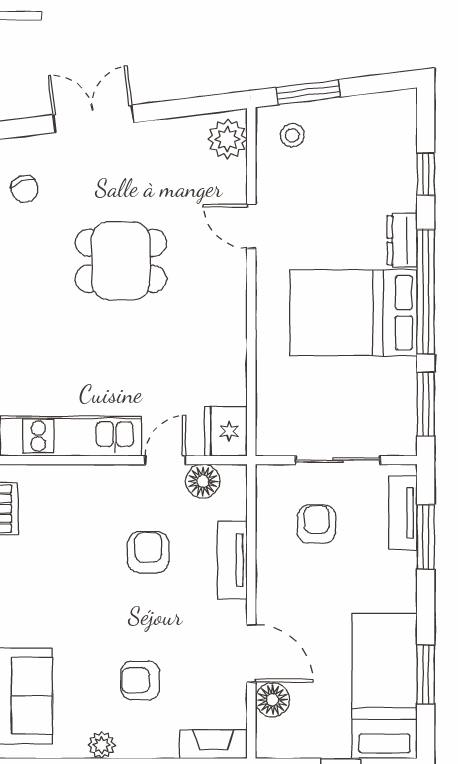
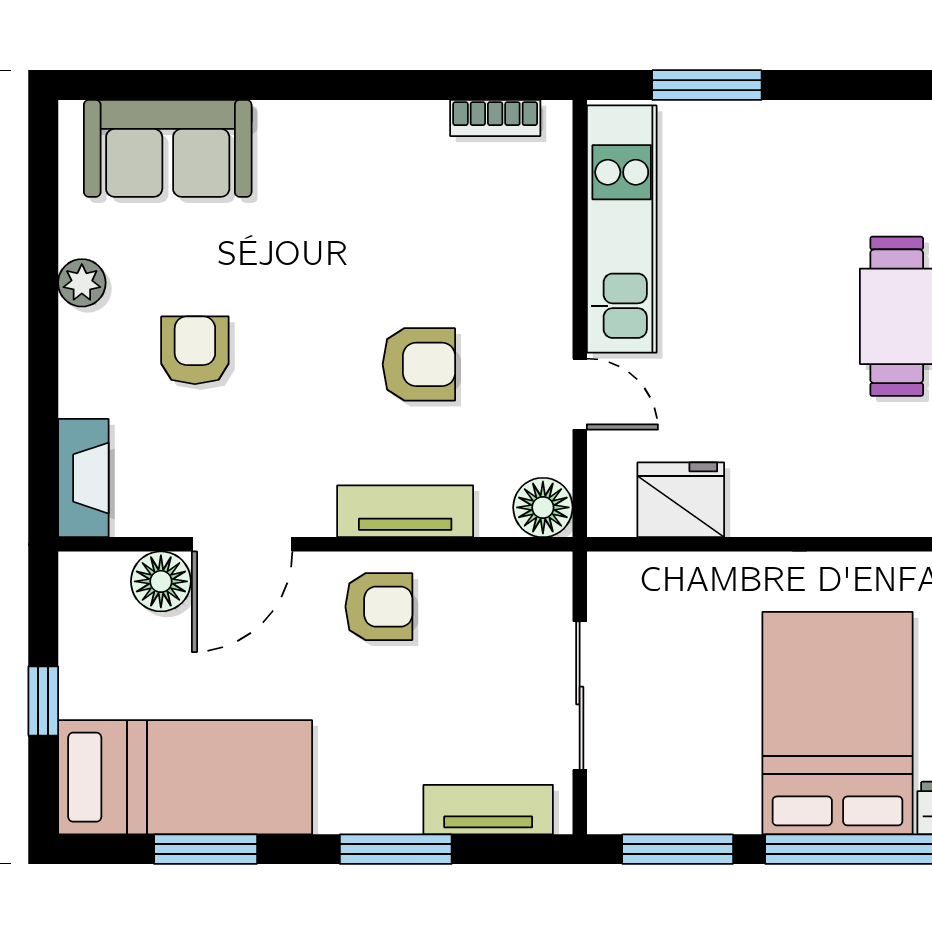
fridge: (226, 431) -> (681, 500), moved
floor lamp: (203, 481) -> (543, 507), moved
armchair: (317, 524) -> (379, 607), moved
window: (426, 537) -> (396, 849), moved

